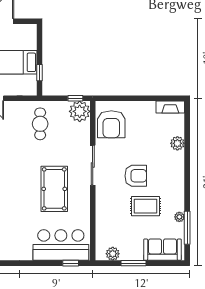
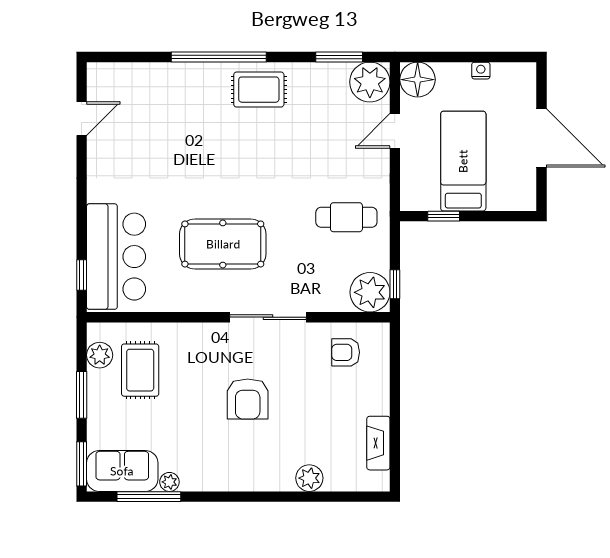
fireplace: (170, 107) -> (378, 443), moved
armchair: (111, 124) -> (346, 352), width x0.53, depth x0.53
rug: (145, 206) -> (140, 370), moved
sofa: (162, 250) -> (122, 471), moved, turned -90
window: (170, 263) -> (82, 464), added

